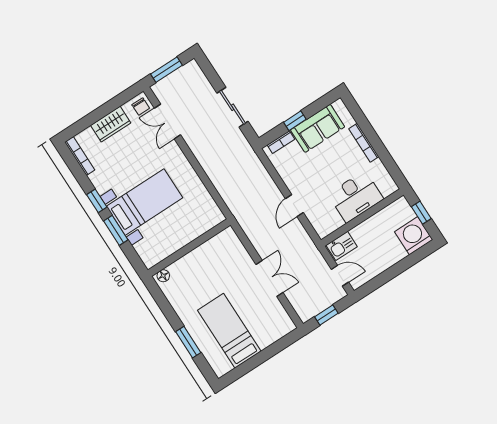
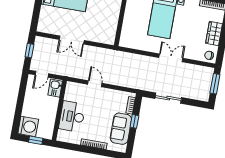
double door: (168, 122) -> (171, 58), moved

